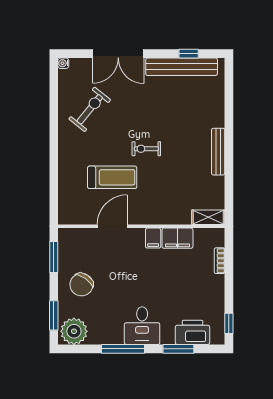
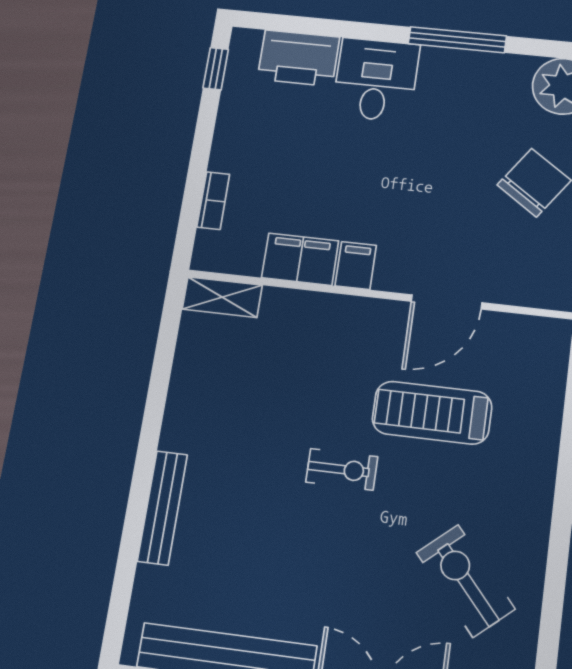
exercise bike: (90, 109) -> (465, 581), turned 100
bench: (218, 152) -> (162, 508), moved
desk: (142, 326) -> (376, 80), moved
window: (178, 349) -> (335, 28), removed

